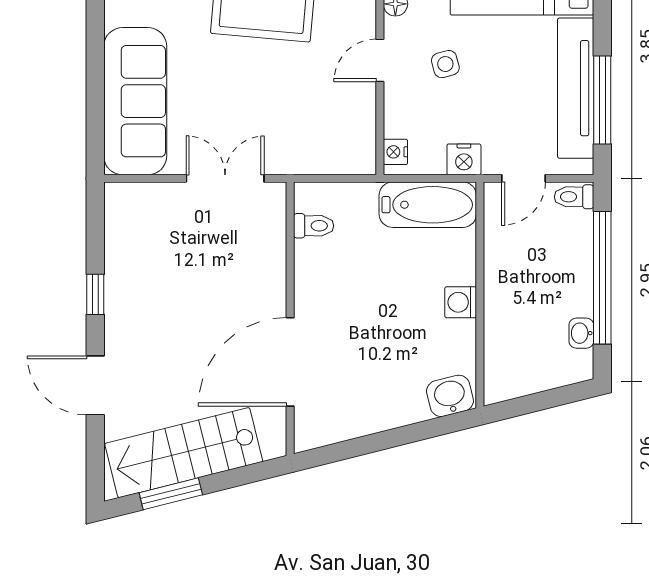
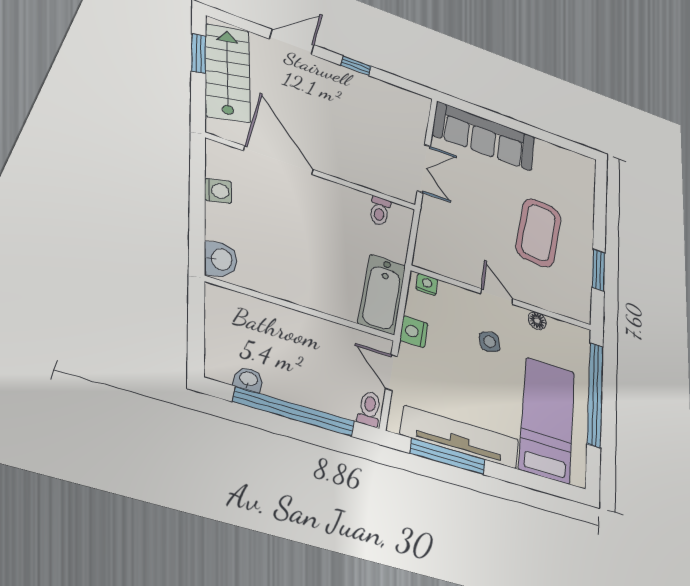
washing machine: (461, 302) -> (218, 191), moved, turned 76

